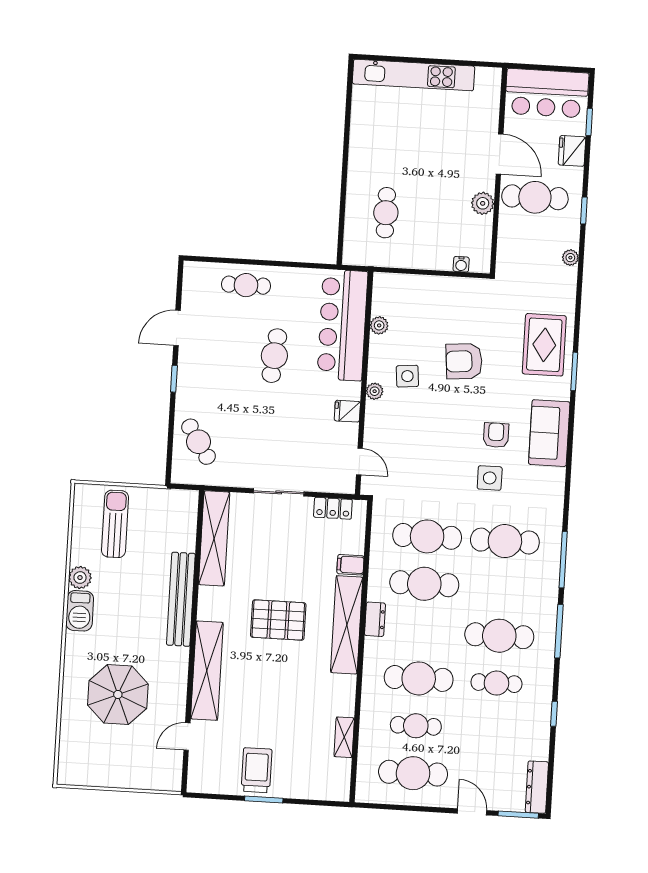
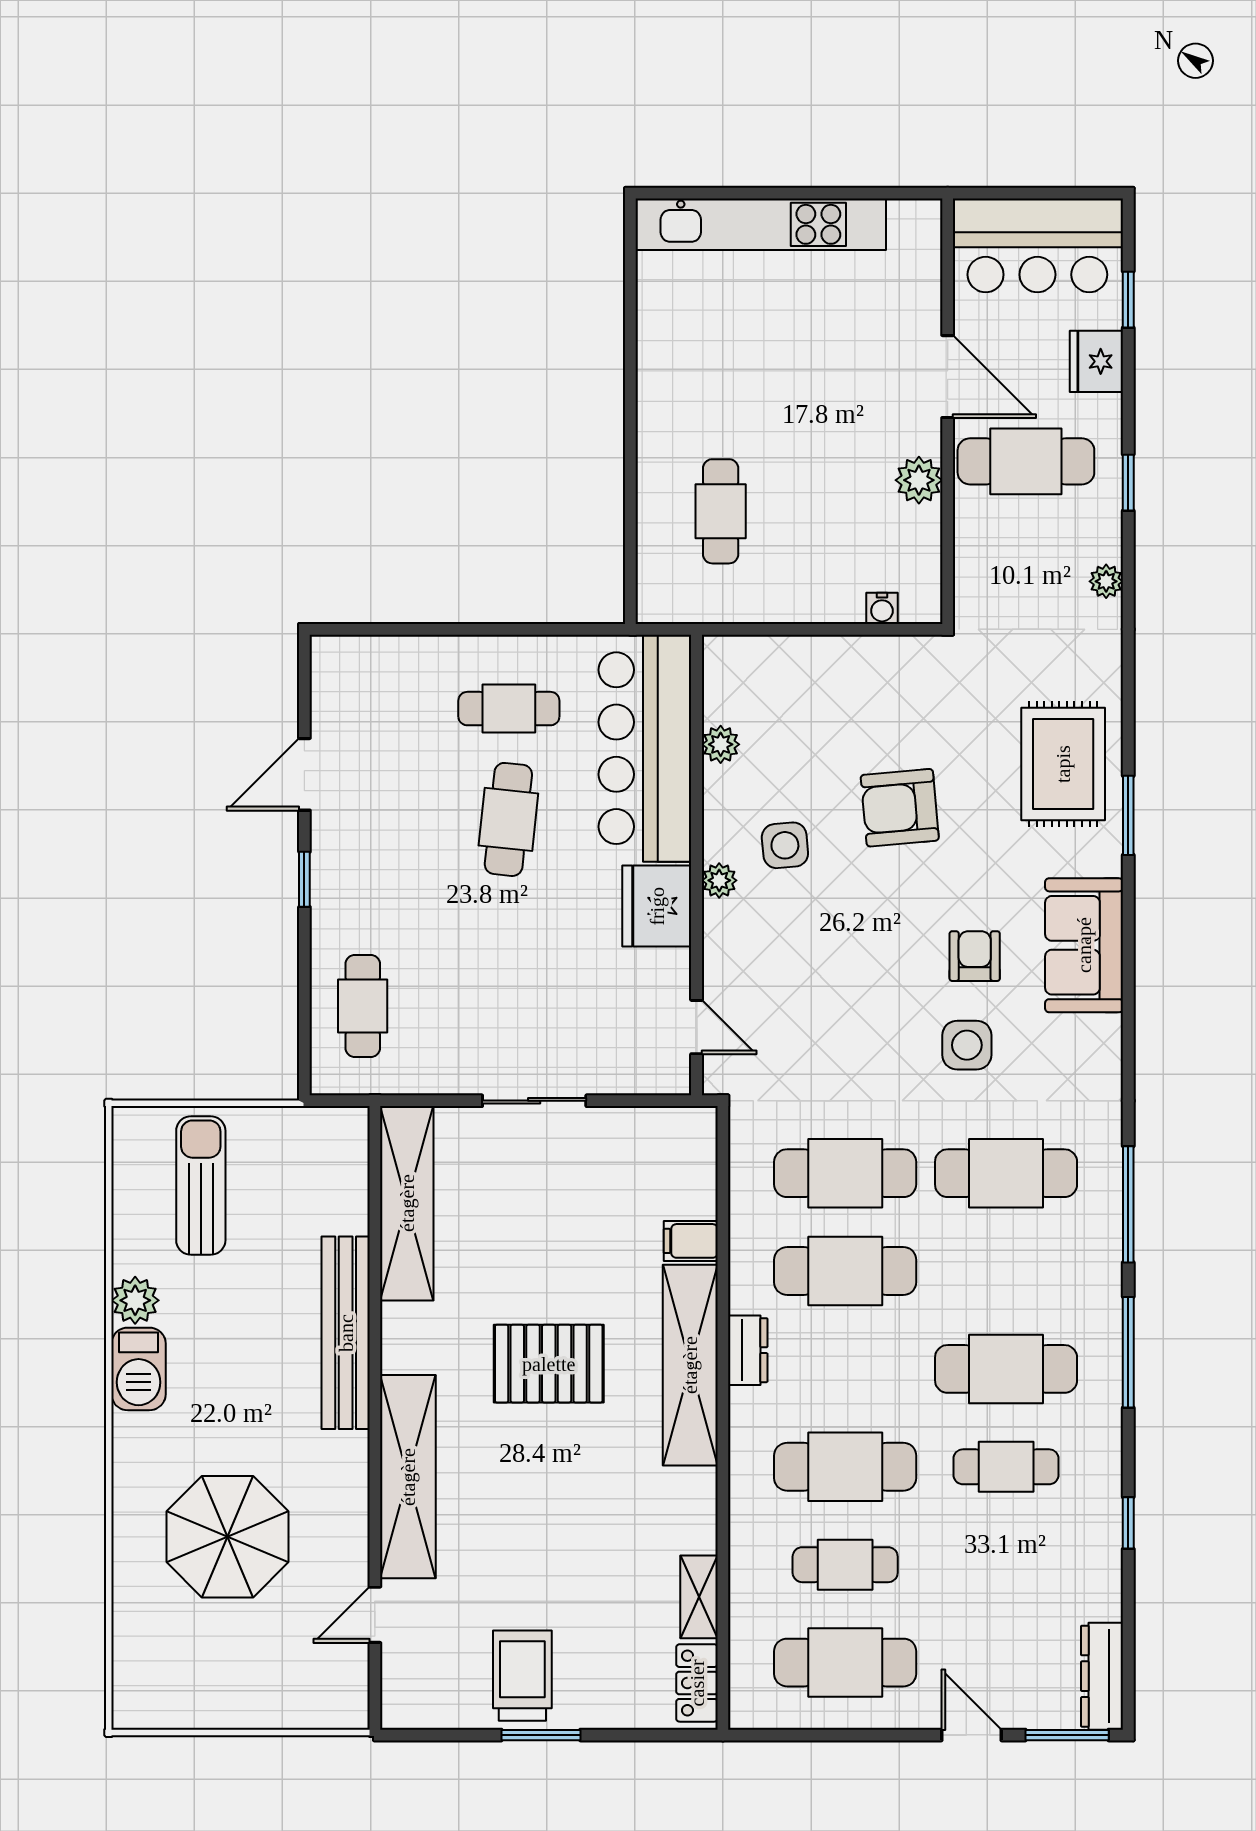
cafe table: (246, 285) -> (509, 709), moved
fridge: (347, 411) -> (657, 906), width x1.88, depth x1.34
cafe table: (199, 442) -> (363, 1006), turned 33
locker: (333, 508) -> (697, 1683), moved, turned 90

